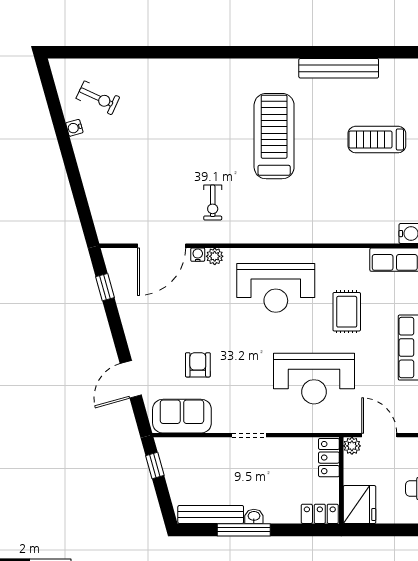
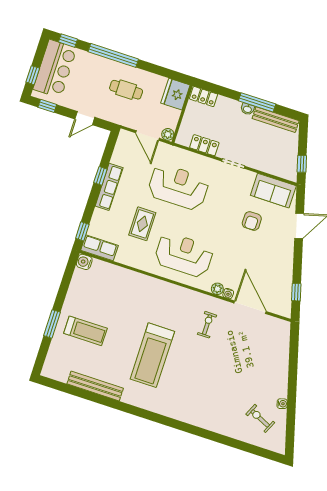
door: (162, 246) -> (250, 307), hinge flipped
locker: (329, 458) -> (204, 145), moved, turned -90

